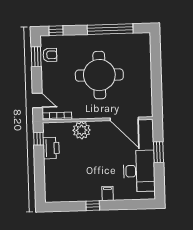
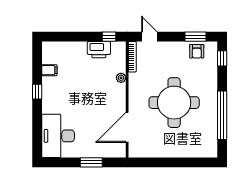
door: (37, 100) -> (149, 37), swing flipped
plant: (82, 130) -> (121, 78), width x0.53, depth x0.53
desk: (139, 171) -> (58, 136), moved, turned 90
filing cabinet: (108, 193) -> (49, 70), moved

